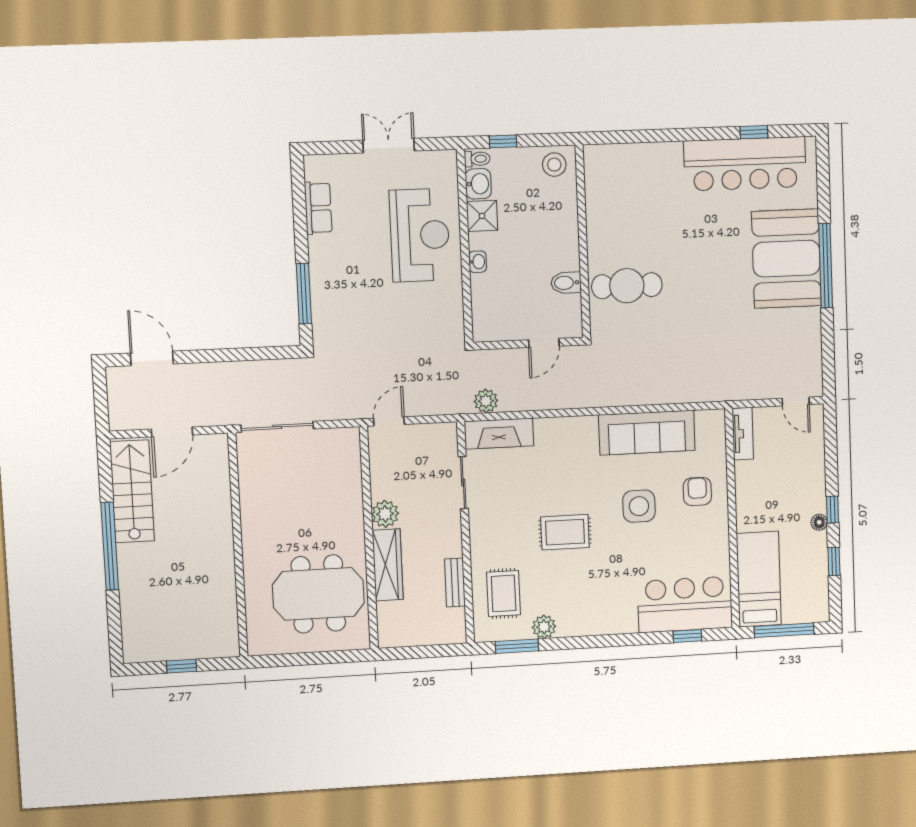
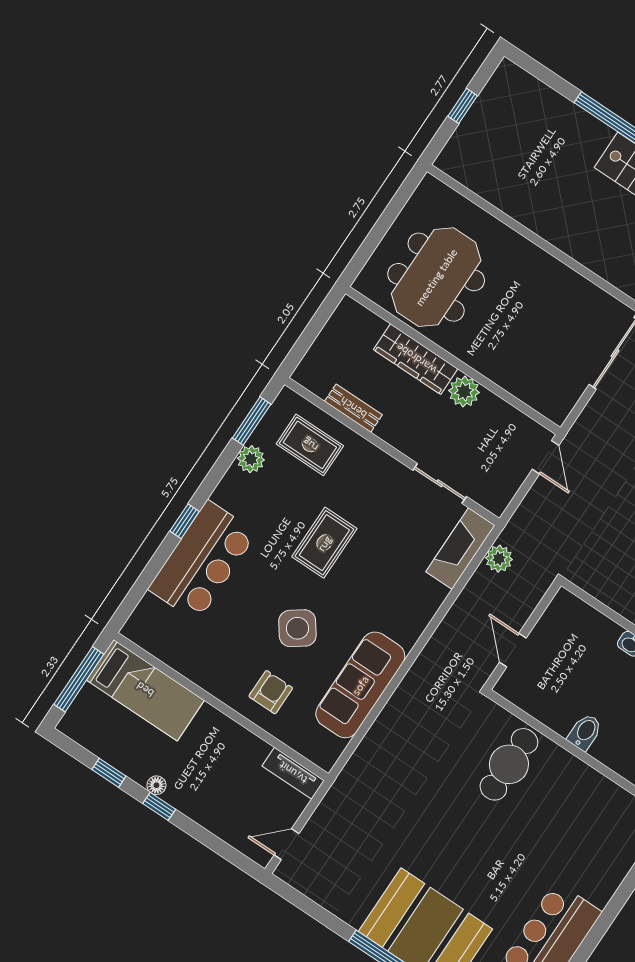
bidet: (566, 283) -> (585, 732), moved
armchair: (697, 491) -> (271, 692), turned -90
side table: (639, 506) -> (297, 628), turned -36
bar counter: (685, 604) -> (202, 561), moved
window: (687, 636) -> (185, 521), moved

